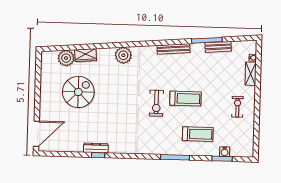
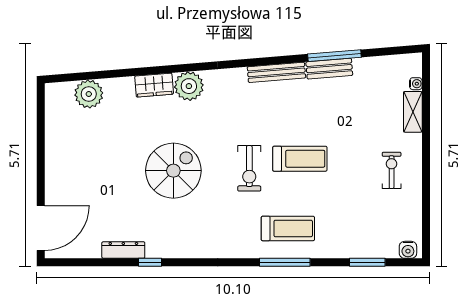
bench: (218, 47) -> (329, 69), moved
wardrobe: (86, 55) -> (154, 85), moved
spiral stairs: (78, 92) -> (173, 171), moved
treadmill: (198, 134) -> (288, 228), moved
dresser: (96, 148) -> (123, 250), moved
water cooler: (225, 152) -> (408, 250), moved

